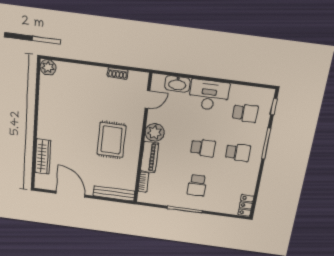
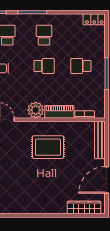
school desk: (203, 148) -> (44, 66), turned 90
wardrobe: (43, 157) -> (84, 207), moved
school desk: (197, 185) -> (81, 66), turned 180

